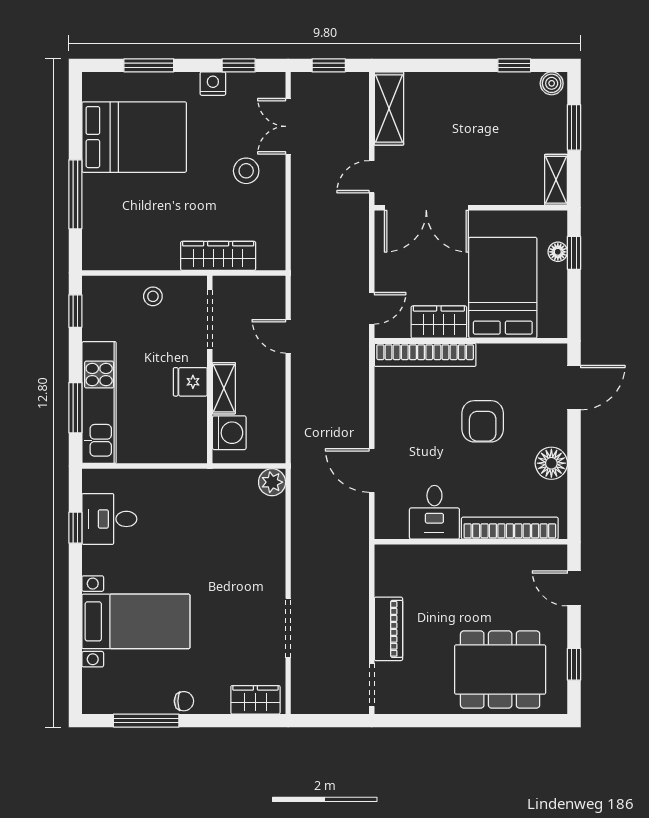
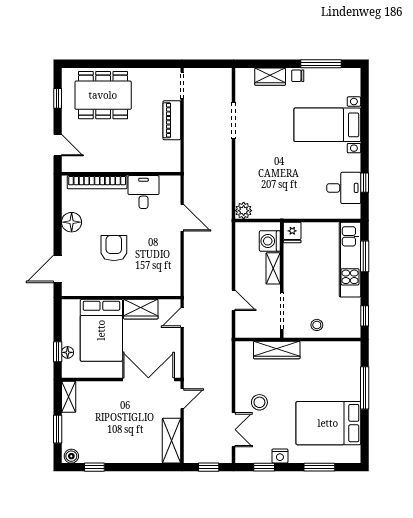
bookcase: (425, 355) -> (149, 289), removed
fridge: (190, 382) -> (292, 233), moved, turned 90
wardrobe: (255, 700) -> (270, 77), moved

